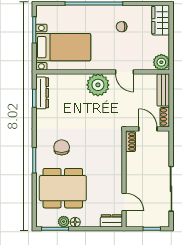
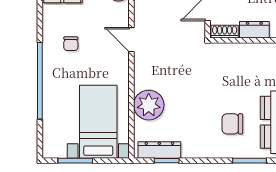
door: (125, 72) -> (131, 40), swing flipped
plant: (98, 85) -> (149, 105), moved
dresser: (132, 164) -> (254, 30), added

